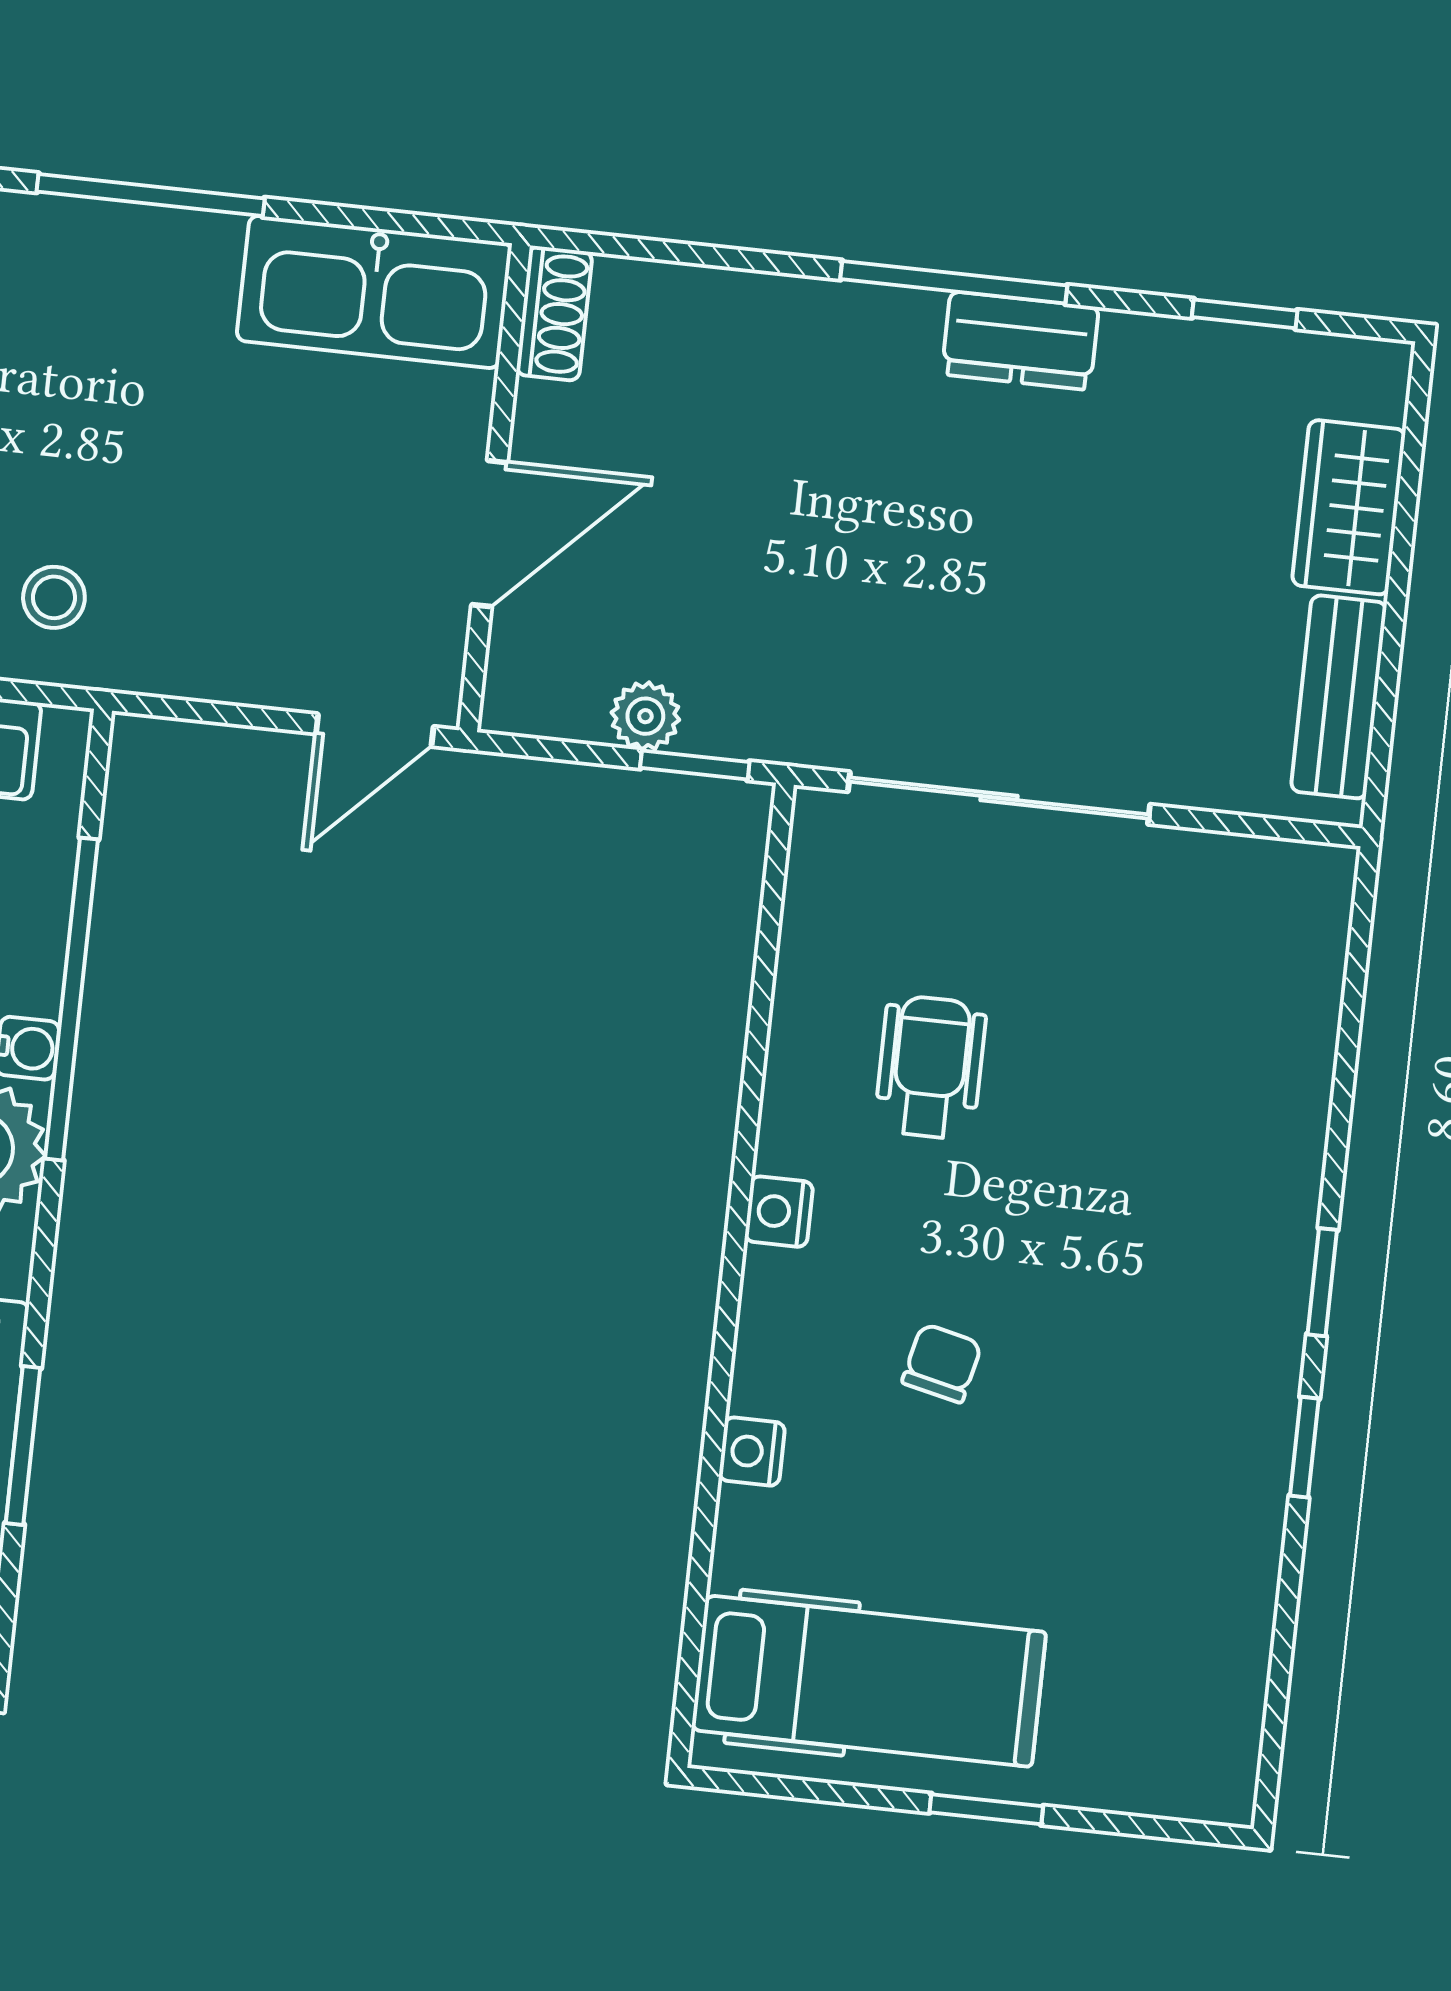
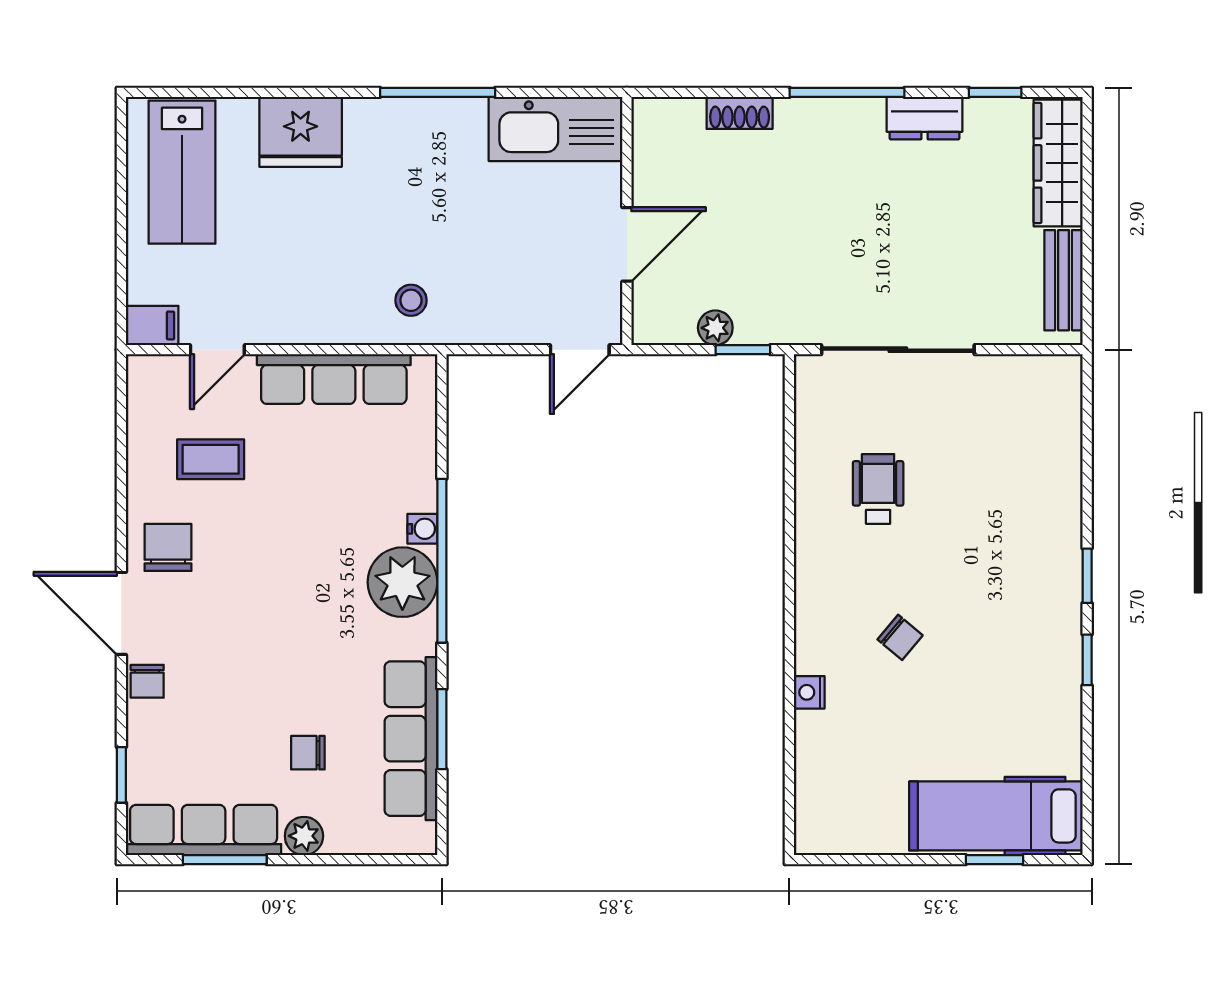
shoe rack: (554, 313) -> (740, 113), moved, turned 90
dresser: (1020, 341) -> (925, 118), moved
wardrobe: (1349, 507) -> (1058, 163), width x1.50
window: (72, 999) -> (442, 561), moved
nightstand: (779, 1212) -> (810, 570), removed
chair: (942, 1363) -> (900, 637), turned 117
hospital bed: (869, 1681) -> (996, 816), moved, turned 180
window: (986, 1809) -> (994, 860), moved

